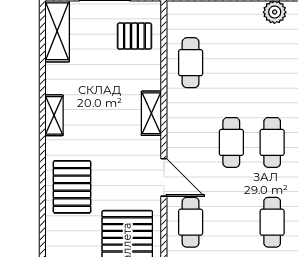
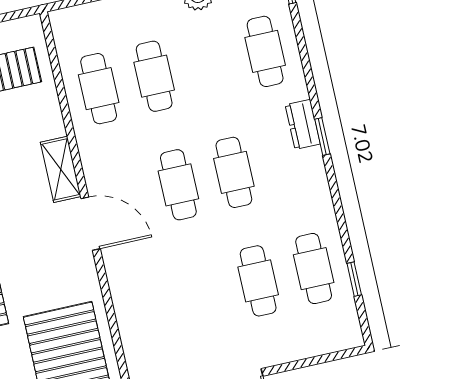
door: (164, 177) -> (91, 224), moved
cafe table: (191, 222) -> (154, 76), moved

